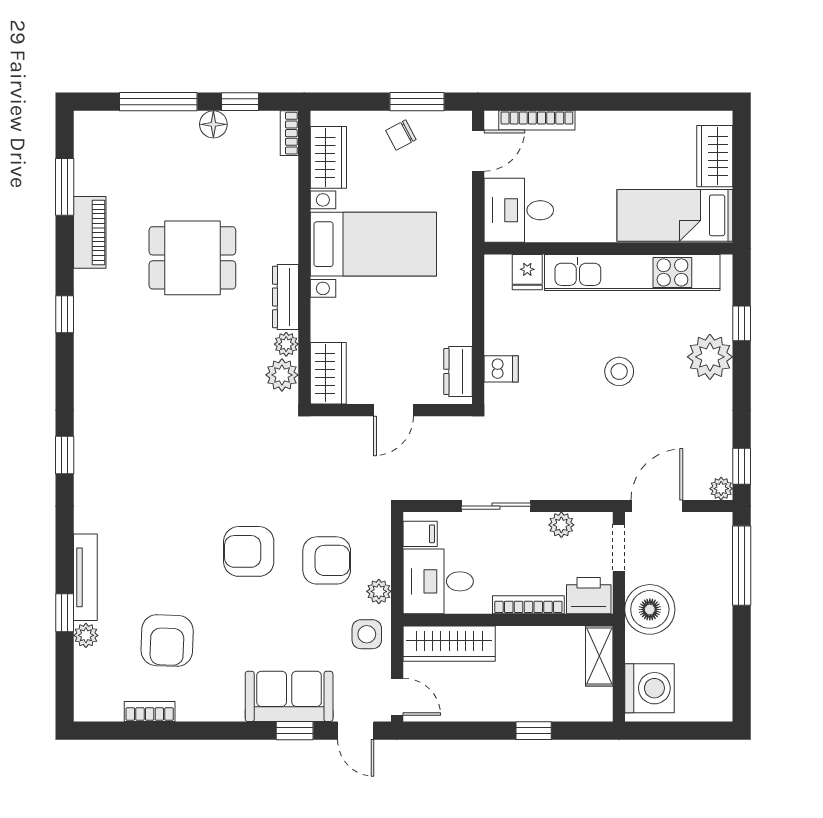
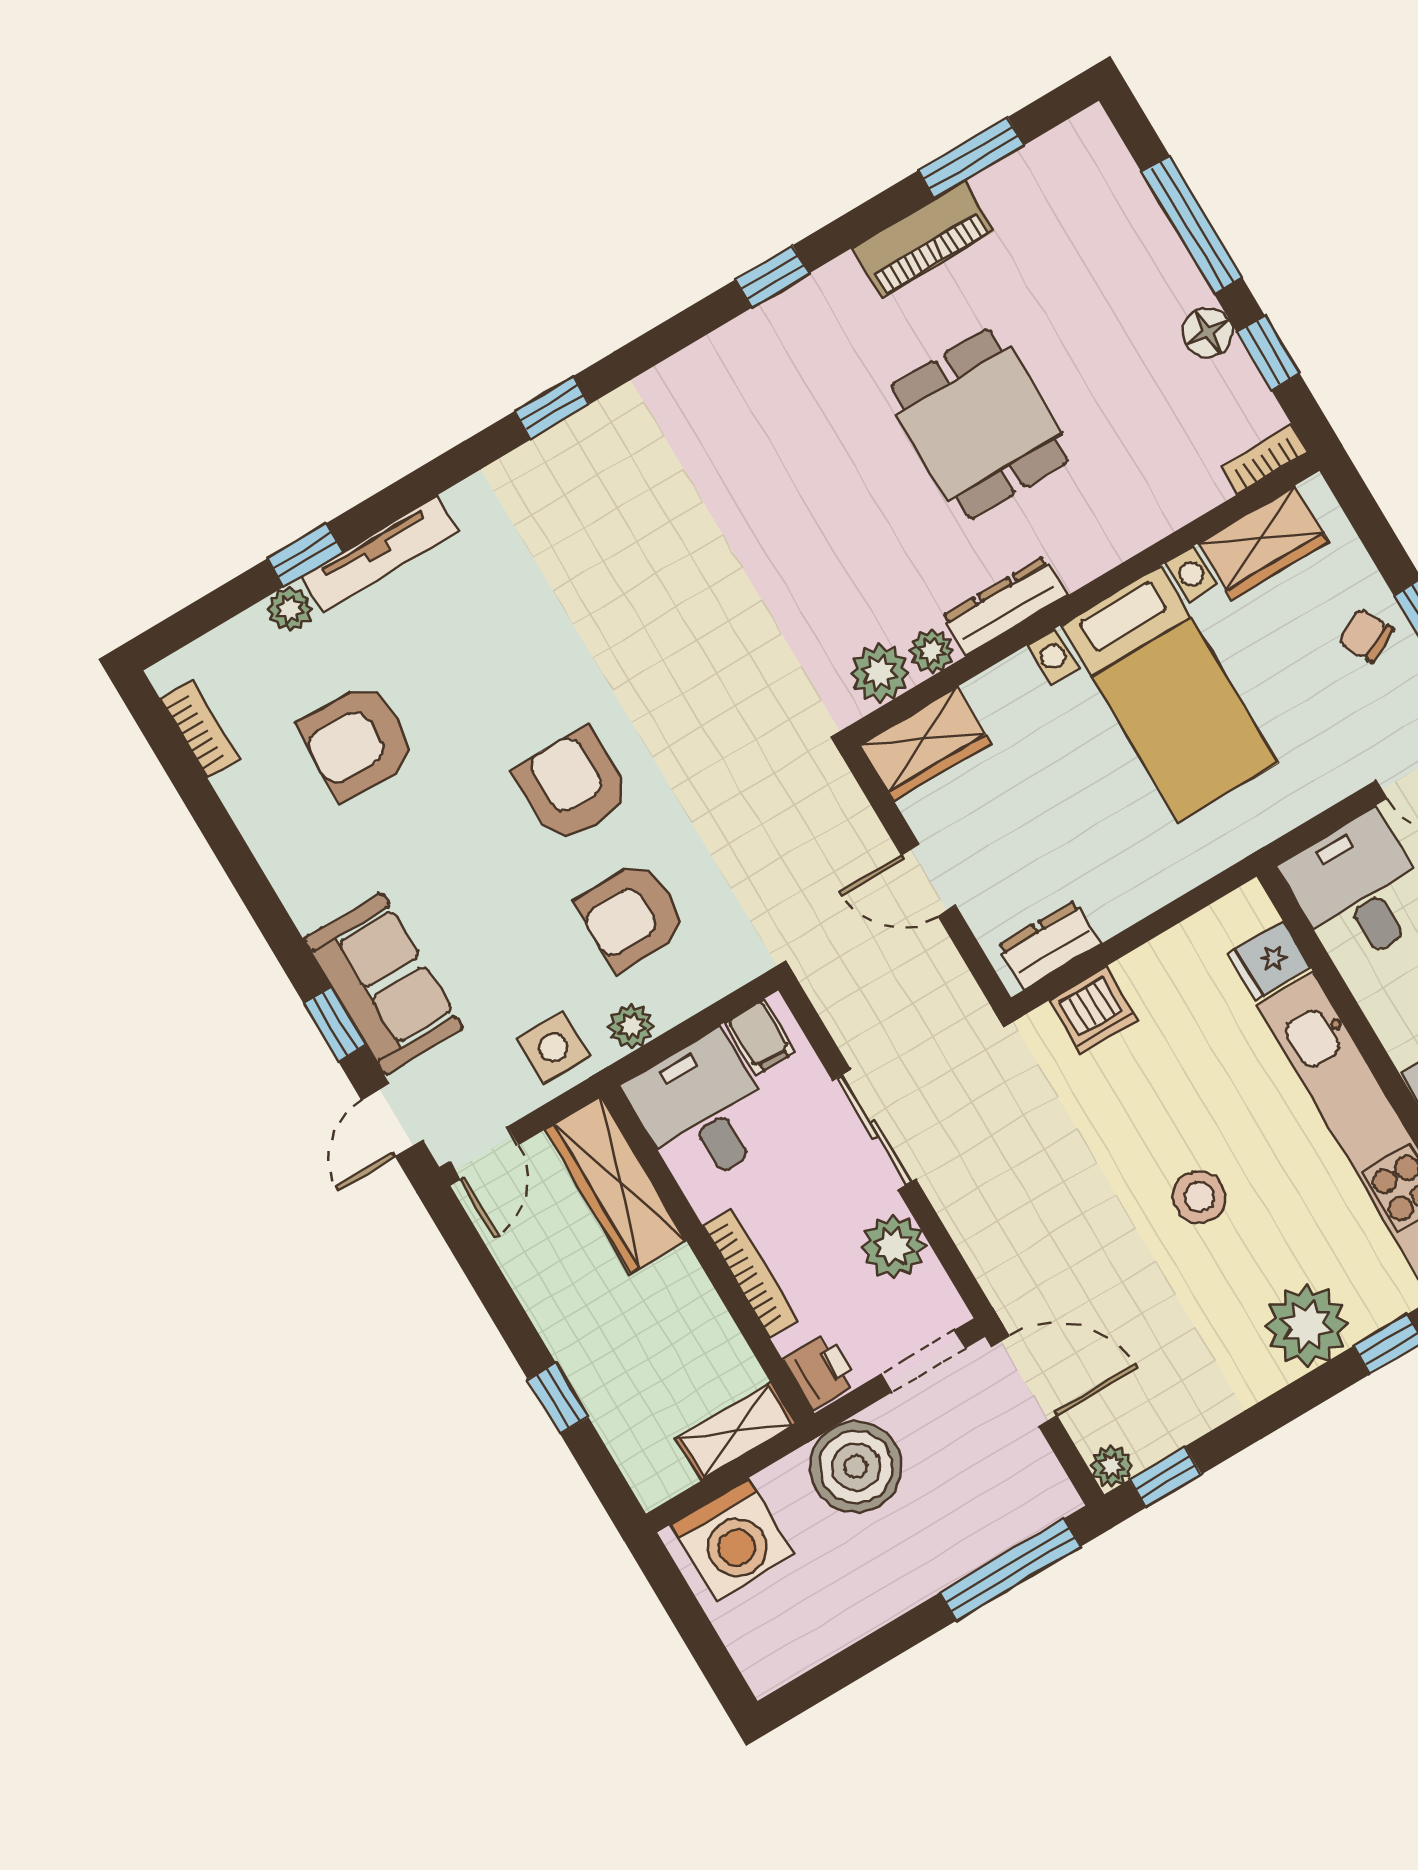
dishwasher: (501, 369) -> (1093, 1010), width x1.38
plant: (561, 525) -> (894, 1247), width x1.38, depth x1.38
armchair: (327, 560) -> (631, 916), turned 90
printer: (589, 596) -> (821, 1371), width x0.73, depth x0.81
bookcase: (150, 712) -> (199, 729), moved

